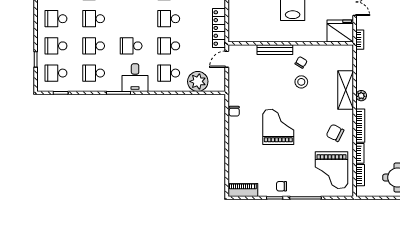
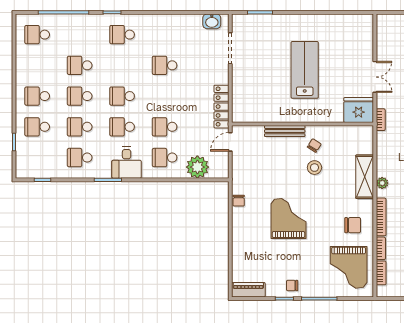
school desk: (169, 19) -> (122, 96), moved
school desk: (56, 73) -> (37, 158), removed
chair: (335, 133) -> (353, 225), turned 153

